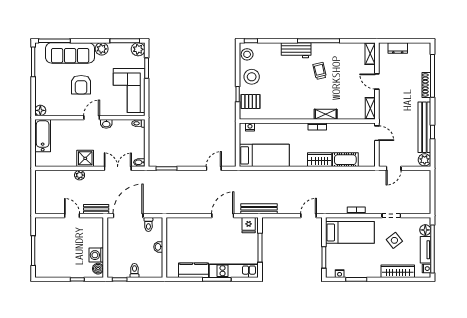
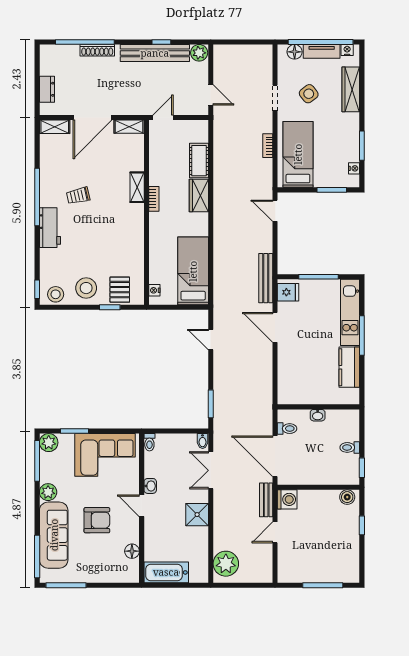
door: (377, 81) -> (93, 118), width x1.87
floor lamp: (40, 110) -> (132, 551), moved
plant: (80, 175) -> (226, 564), moved, width x1.87, depth x1.87
washing machine: (96, 255) -> (287, 499), moved, turned -90

